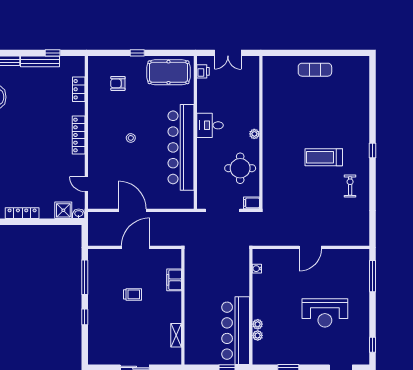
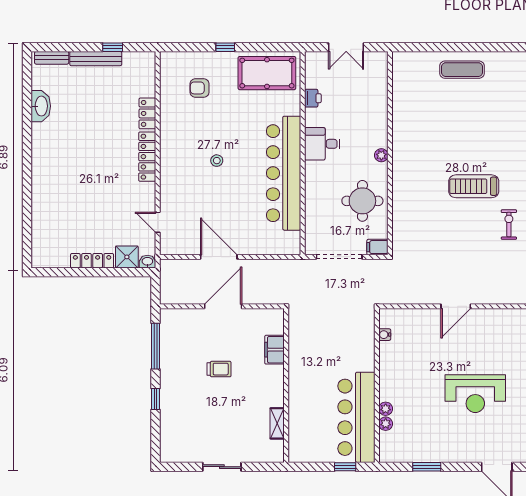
printer: (203, 71) -> (313, 98), moved
locker: (79, 89) -> (147, 113), moved
locker: (22, 213) -> (92, 261), moved

